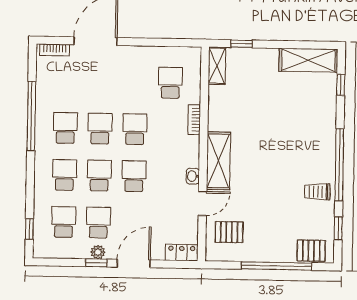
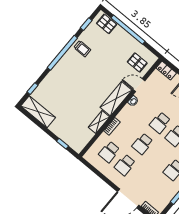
shelving: (217, 66) -> (99, 122), moved
school desk: (100, 129) -> (125, 165), moved

